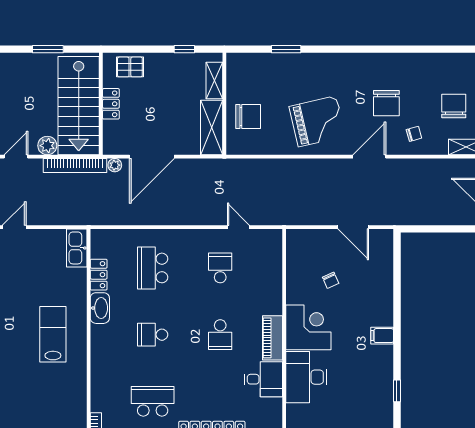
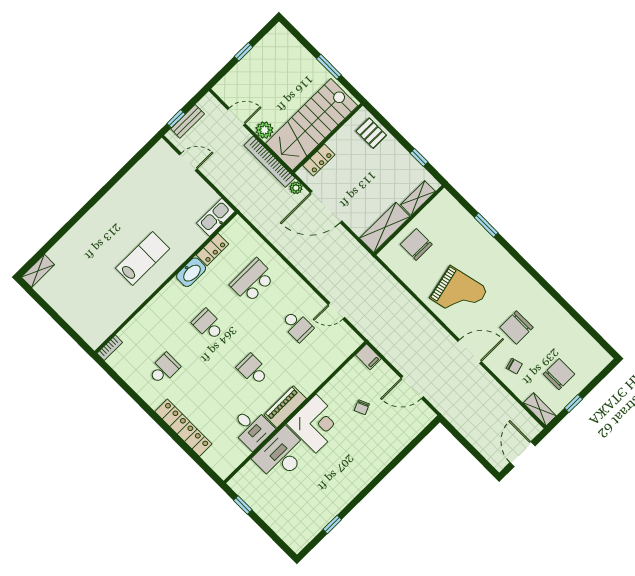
locker: (111, 104) -> (319, 160), moved
chair: (248, 117) -> (416, 244), turned 180
door: (238, 227) -> (336, 311), swing flipped
door: (353, 227) -> (412, 387), hinge flipped
school desk: (220, 268) -> (297, 326), turned 90
school desk: (220, 335) -> (253, 370), turned 90
filing cabinet: (382, 336) -> (368, 357), moved, turned 180
school desk: (153, 401) -> (164, 369), width x0.54

